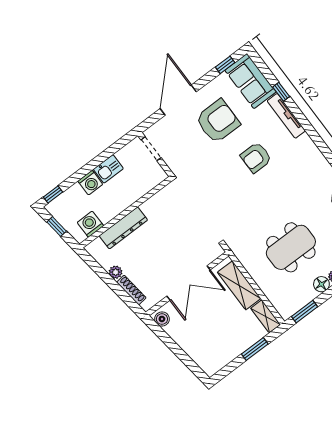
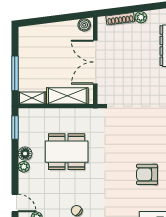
armchair: (256, 157) -> (147, 174), turned -90
dining table: (291, 247) -> (67, 152), turned 90
window: (255, 349) -> (15, 73), width x1.44

